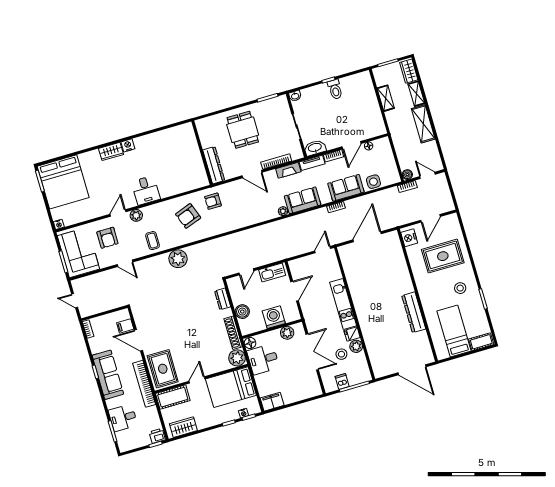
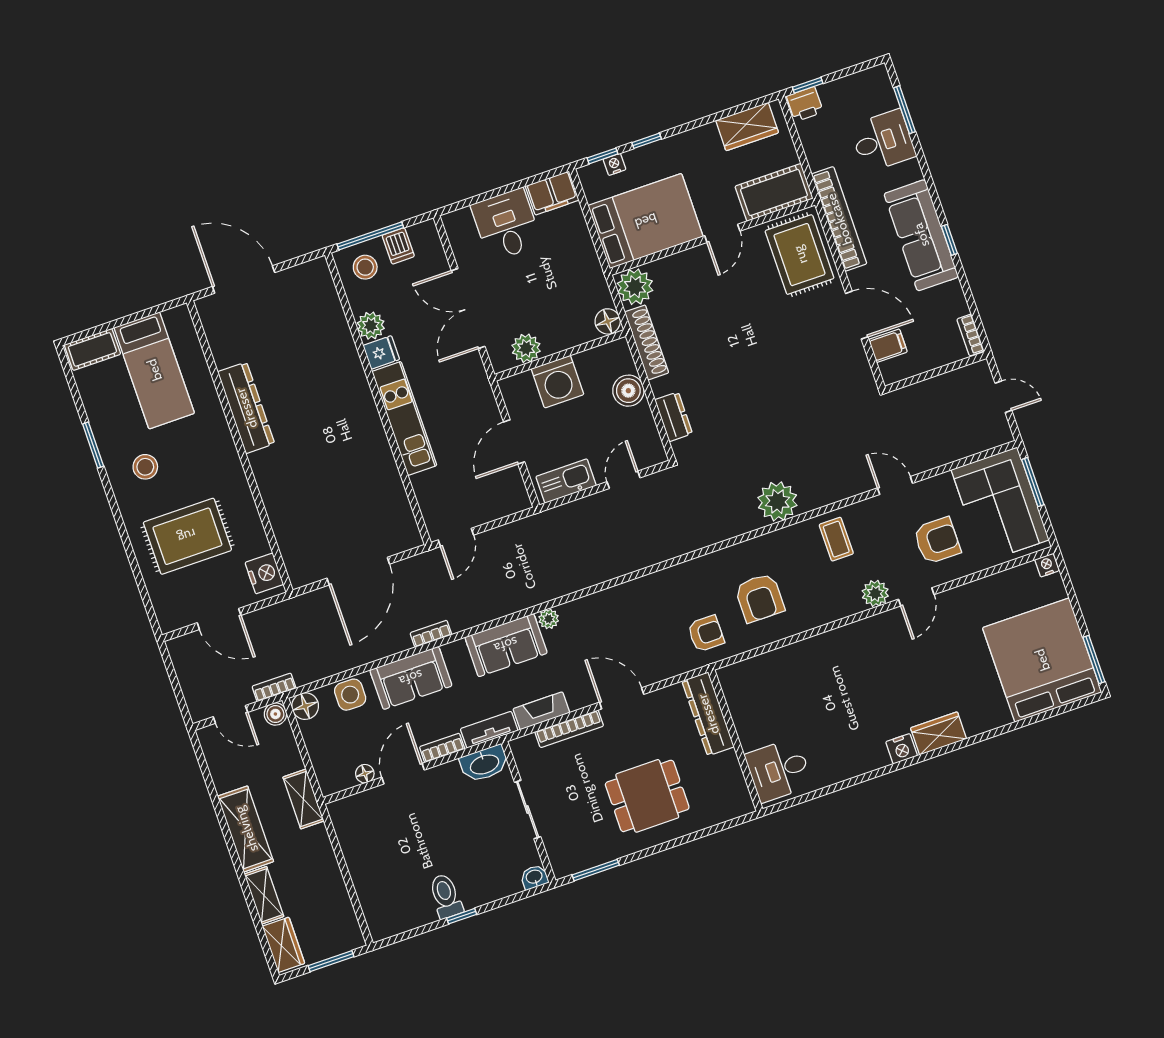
shelving: (386, 98) -> (303, 799), moved
dining table: (243, 130) -> (647, 796), turned 90
floor lamp: (394, 177) -> (305, 706), added
desk: (146, 190) -> (779, 770), moved, turned -90
armchair: (188, 216) -> (760, 598), turned 110
door: (430, 218) -> (219, 619), swing flipped
armchair: (107, 238) -> (937, 540), turned 90
stool: (341, 354) -> (365, 267), moved
desk: (263, 359) -> (506, 225), moved, turned -90

